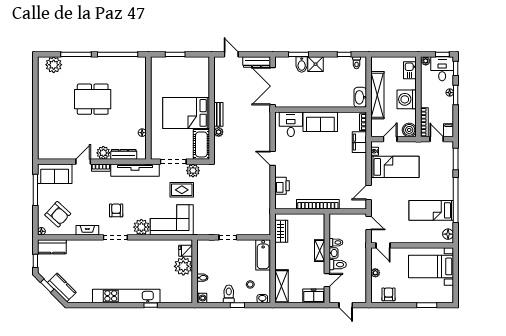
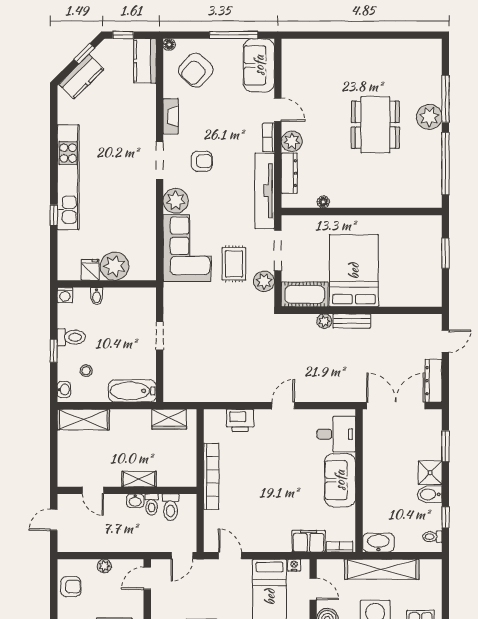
bidet: (302, 64) -> (430, 494), moved
plant: (54, 65) -> (429, 117), moved
fridge: (186, 251) -> (90, 270), moved
toilet: (338, 265) -> (171, 507), moved
freezer: (314, 296) -> (68, 470), removed

